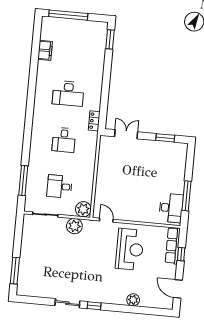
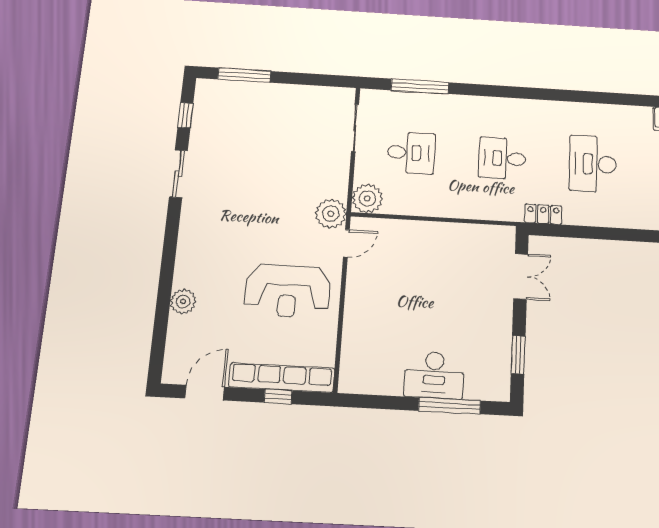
desk: (60, 186) -> (411, 153), turned 90
window: (187, 196) -> (449, 406), moved
desk: (171, 208) -> (434, 375), moved
plant: (74, 226) -> (331, 214), moved
row of seats: (173, 246) -> (282, 378), width x1.36
window: (94, 306) -> (185, 115), moved

